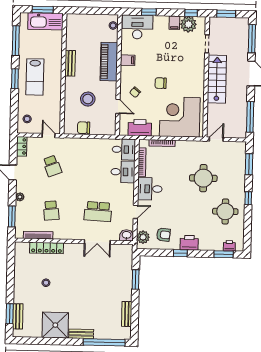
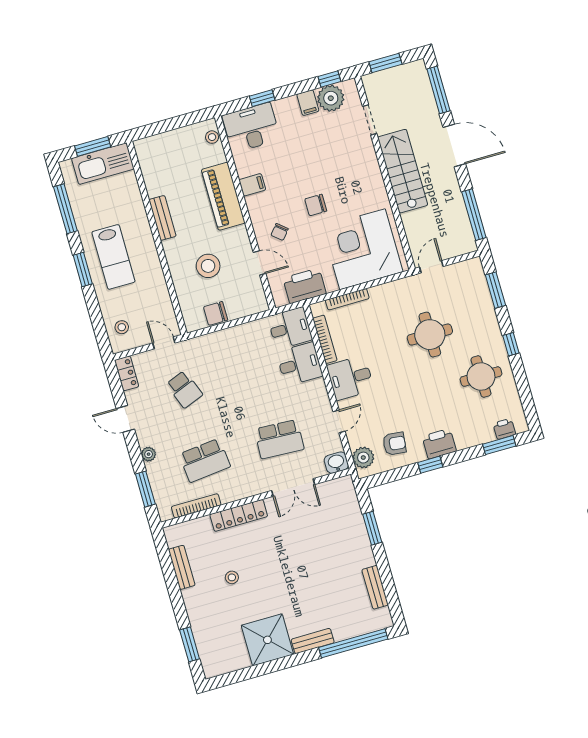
school desk: (51, 210) -> (205, 460), width x1.85
locker: (47, 248) -> (239, 515), moved
bench: (18, 316) -> (182, 567), moved

